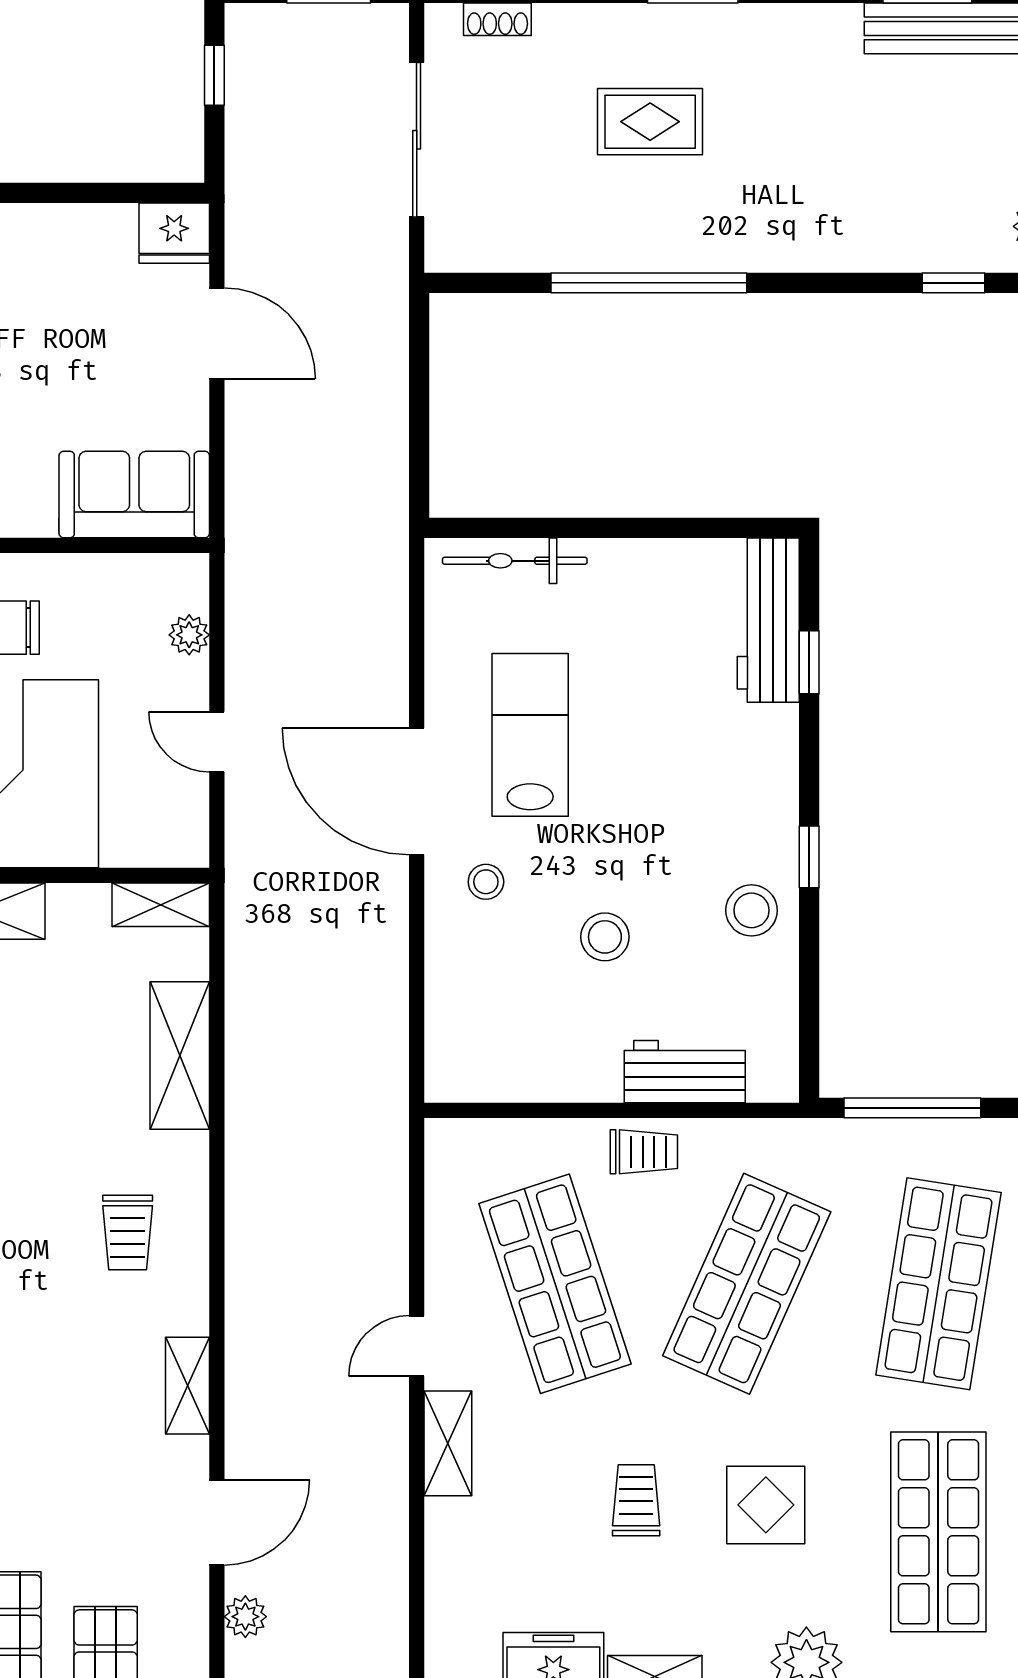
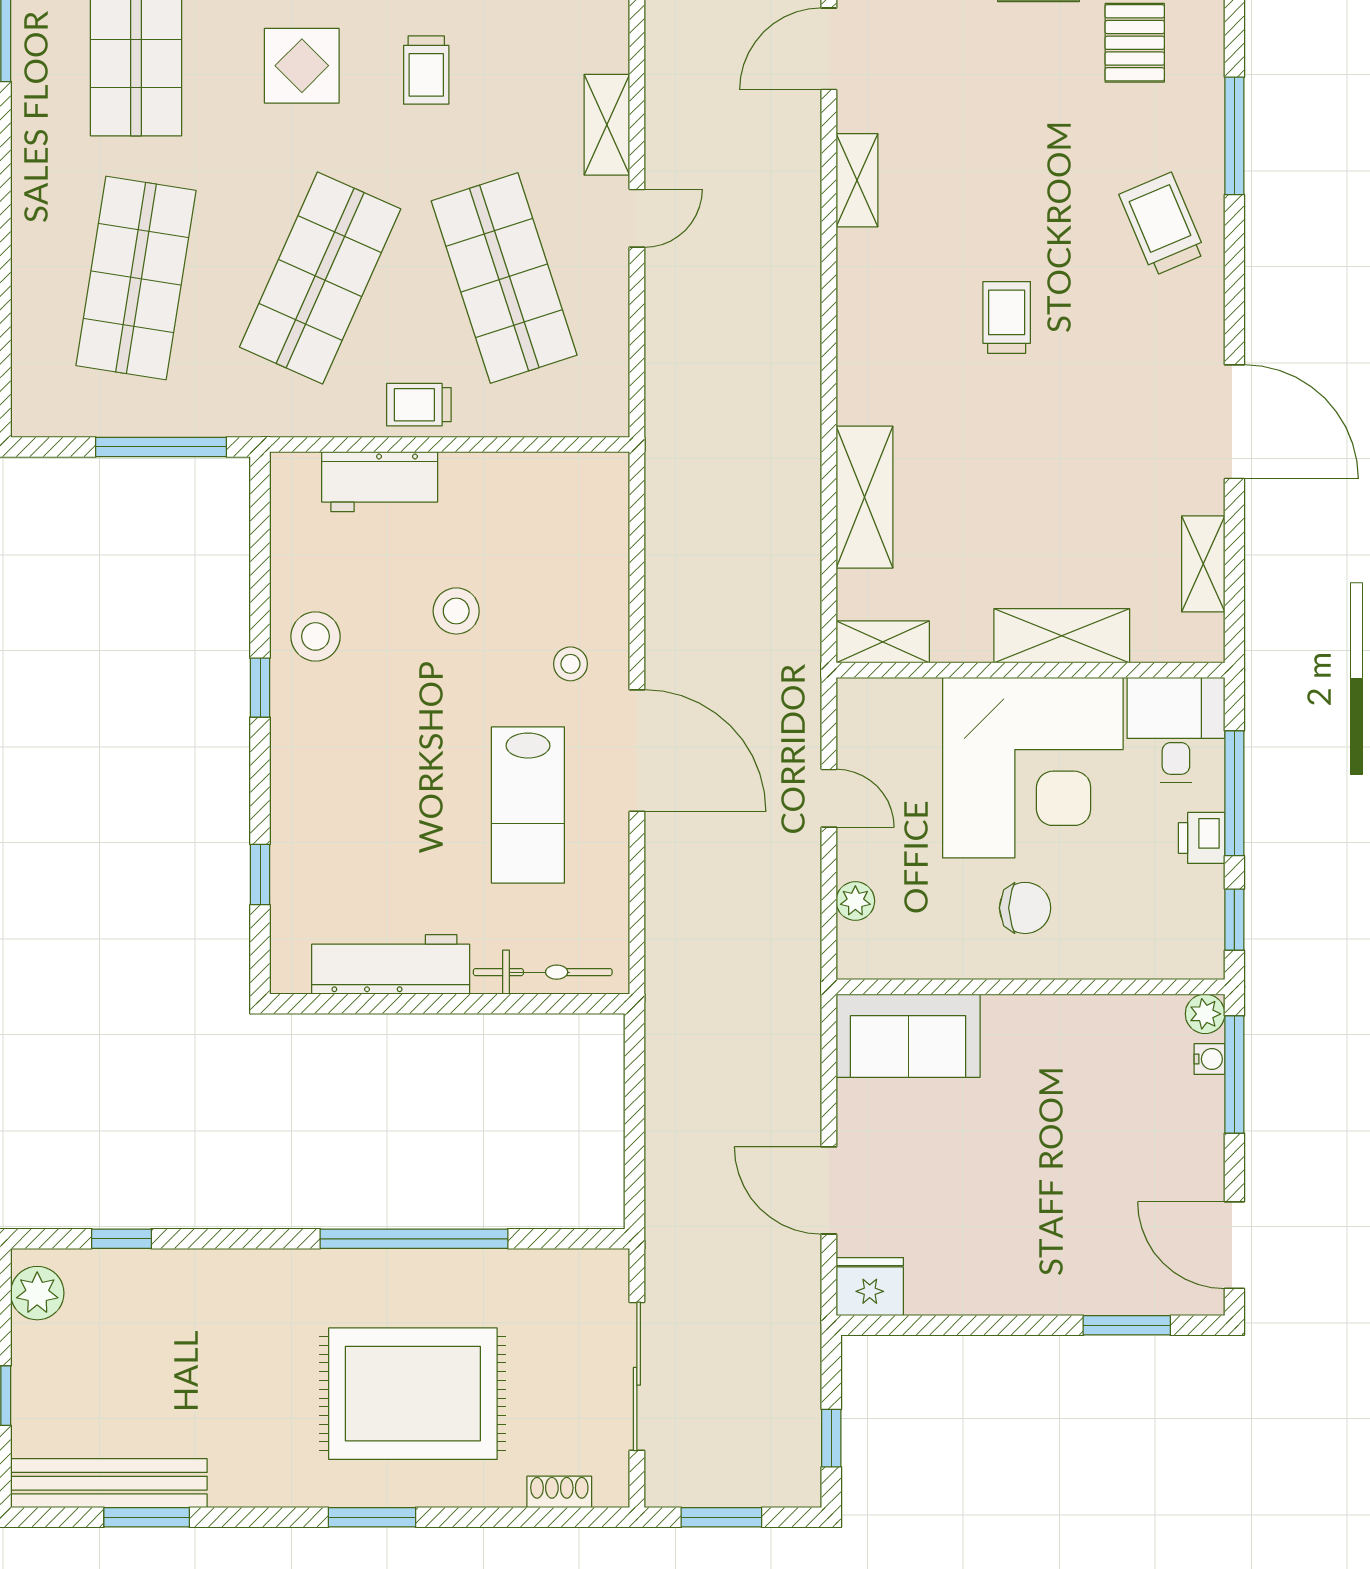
rug: (650, 122) -> (413, 1394), width x1.86, depth x2.06
workbench: (768, 620) -> (391, 964), moved, turned -90
trolley: (128, 1233) -> (1007, 317), moved

